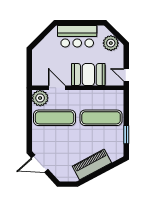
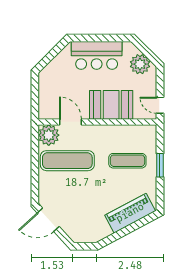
exercise mat: (101, 118) -> (127, 161), width x0.73, depth x0.69
window: (126, 135) -> (160, 165), moved
piano: (92, 164) -> (130, 213), moved

